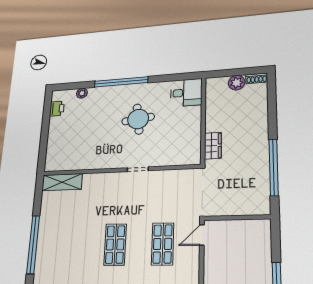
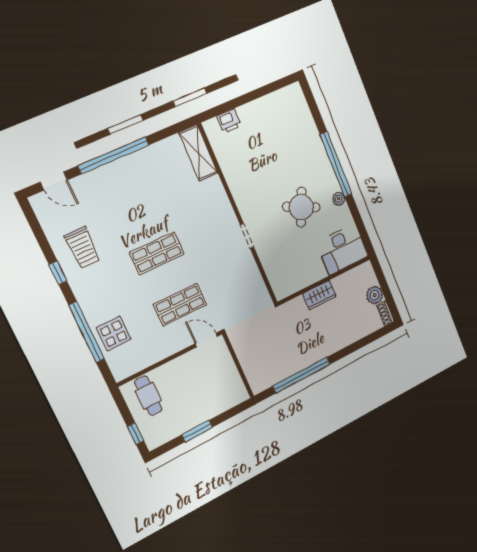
plant: (82, 93) -> (339, 199), moved
desk: (186, 93) -> (342, 249), width x1.37
printer: (57, 109) -> (229, 121), moved
round table: (138, 119) -> (301, 207), turned 32
wardrobe: (213, 146) -> (319, 295), moved

